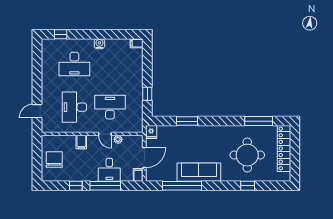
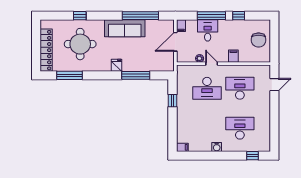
desk: (74, 107) -> (240, 88), turned -90
window: (187, 121) -> (136, 75), width x1.44
fridge: (151, 132) -> (117, 65), moved

